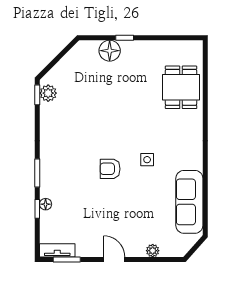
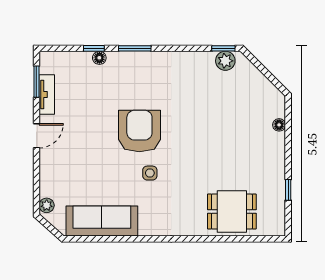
window: (125, 38) -> (288, 190), moved
floor lamp: (110, 51) -> (279, 125), width x0.53, depth x0.53
armchair: (110, 169) -> (139, 131), width x1.88, depth x1.88
tv unit: (57, 250) -> (47, 94), moved
plant: (153, 251) -> (47, 205), moved

